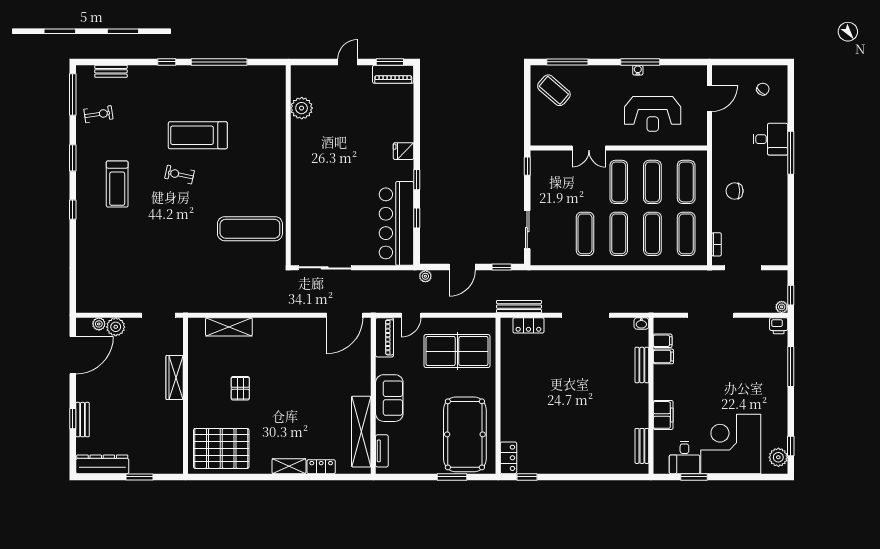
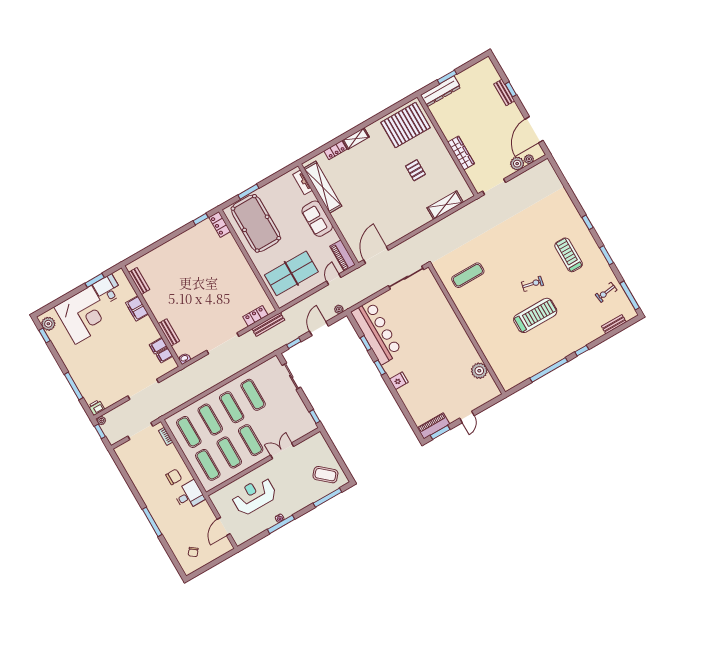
desk: (770, 139) -> (189, 495), moved, turned 180
exercise mat: (250, 229) -> (468, 275), width x0.73, depth x0.69
dresser: (102, 464) -> (441, 91), moved

